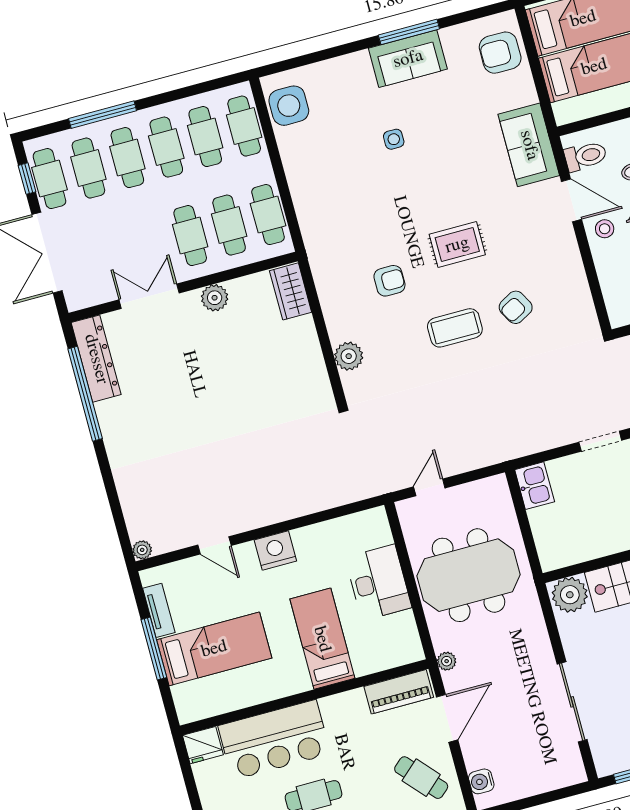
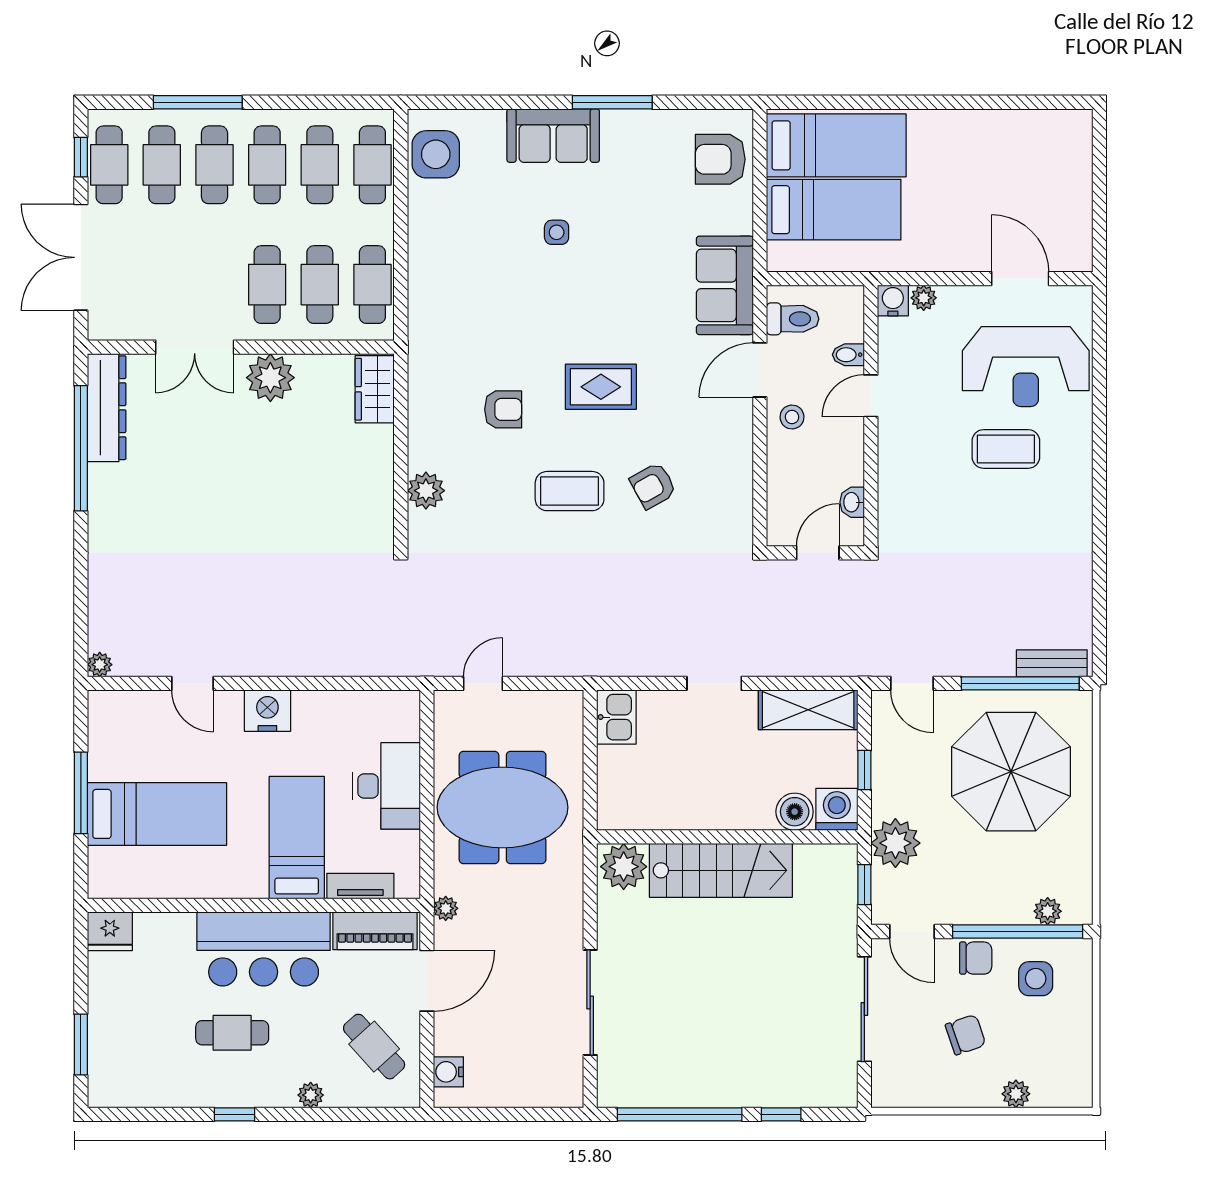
sofa: (408, 59) -> (553, 136), moved
door: (571, 200) -> (760, 370), swing flipped
double door: (149, 296) -> (195, 347), swing flipped
plant: (215, 298) -> (270, 378), width x1.36, depth x1.36
tv unit: (159, 610) -> (360, 886), moved, turned -90
bar counter: (274, 740) -> (264, 949), moved

